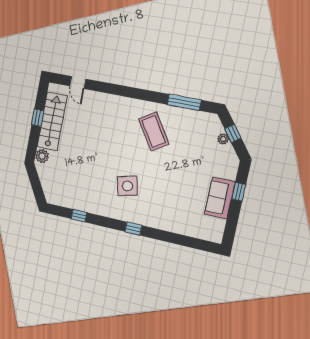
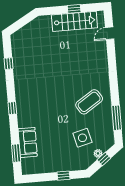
plant: (42, 156) -> (46, 21), removed
side table: (127, 186) -> (82, 138), moved
sofa: (220, 198) -> (28, 142), moved, turned 90
window: (191, 242) -> (16, 153), added

